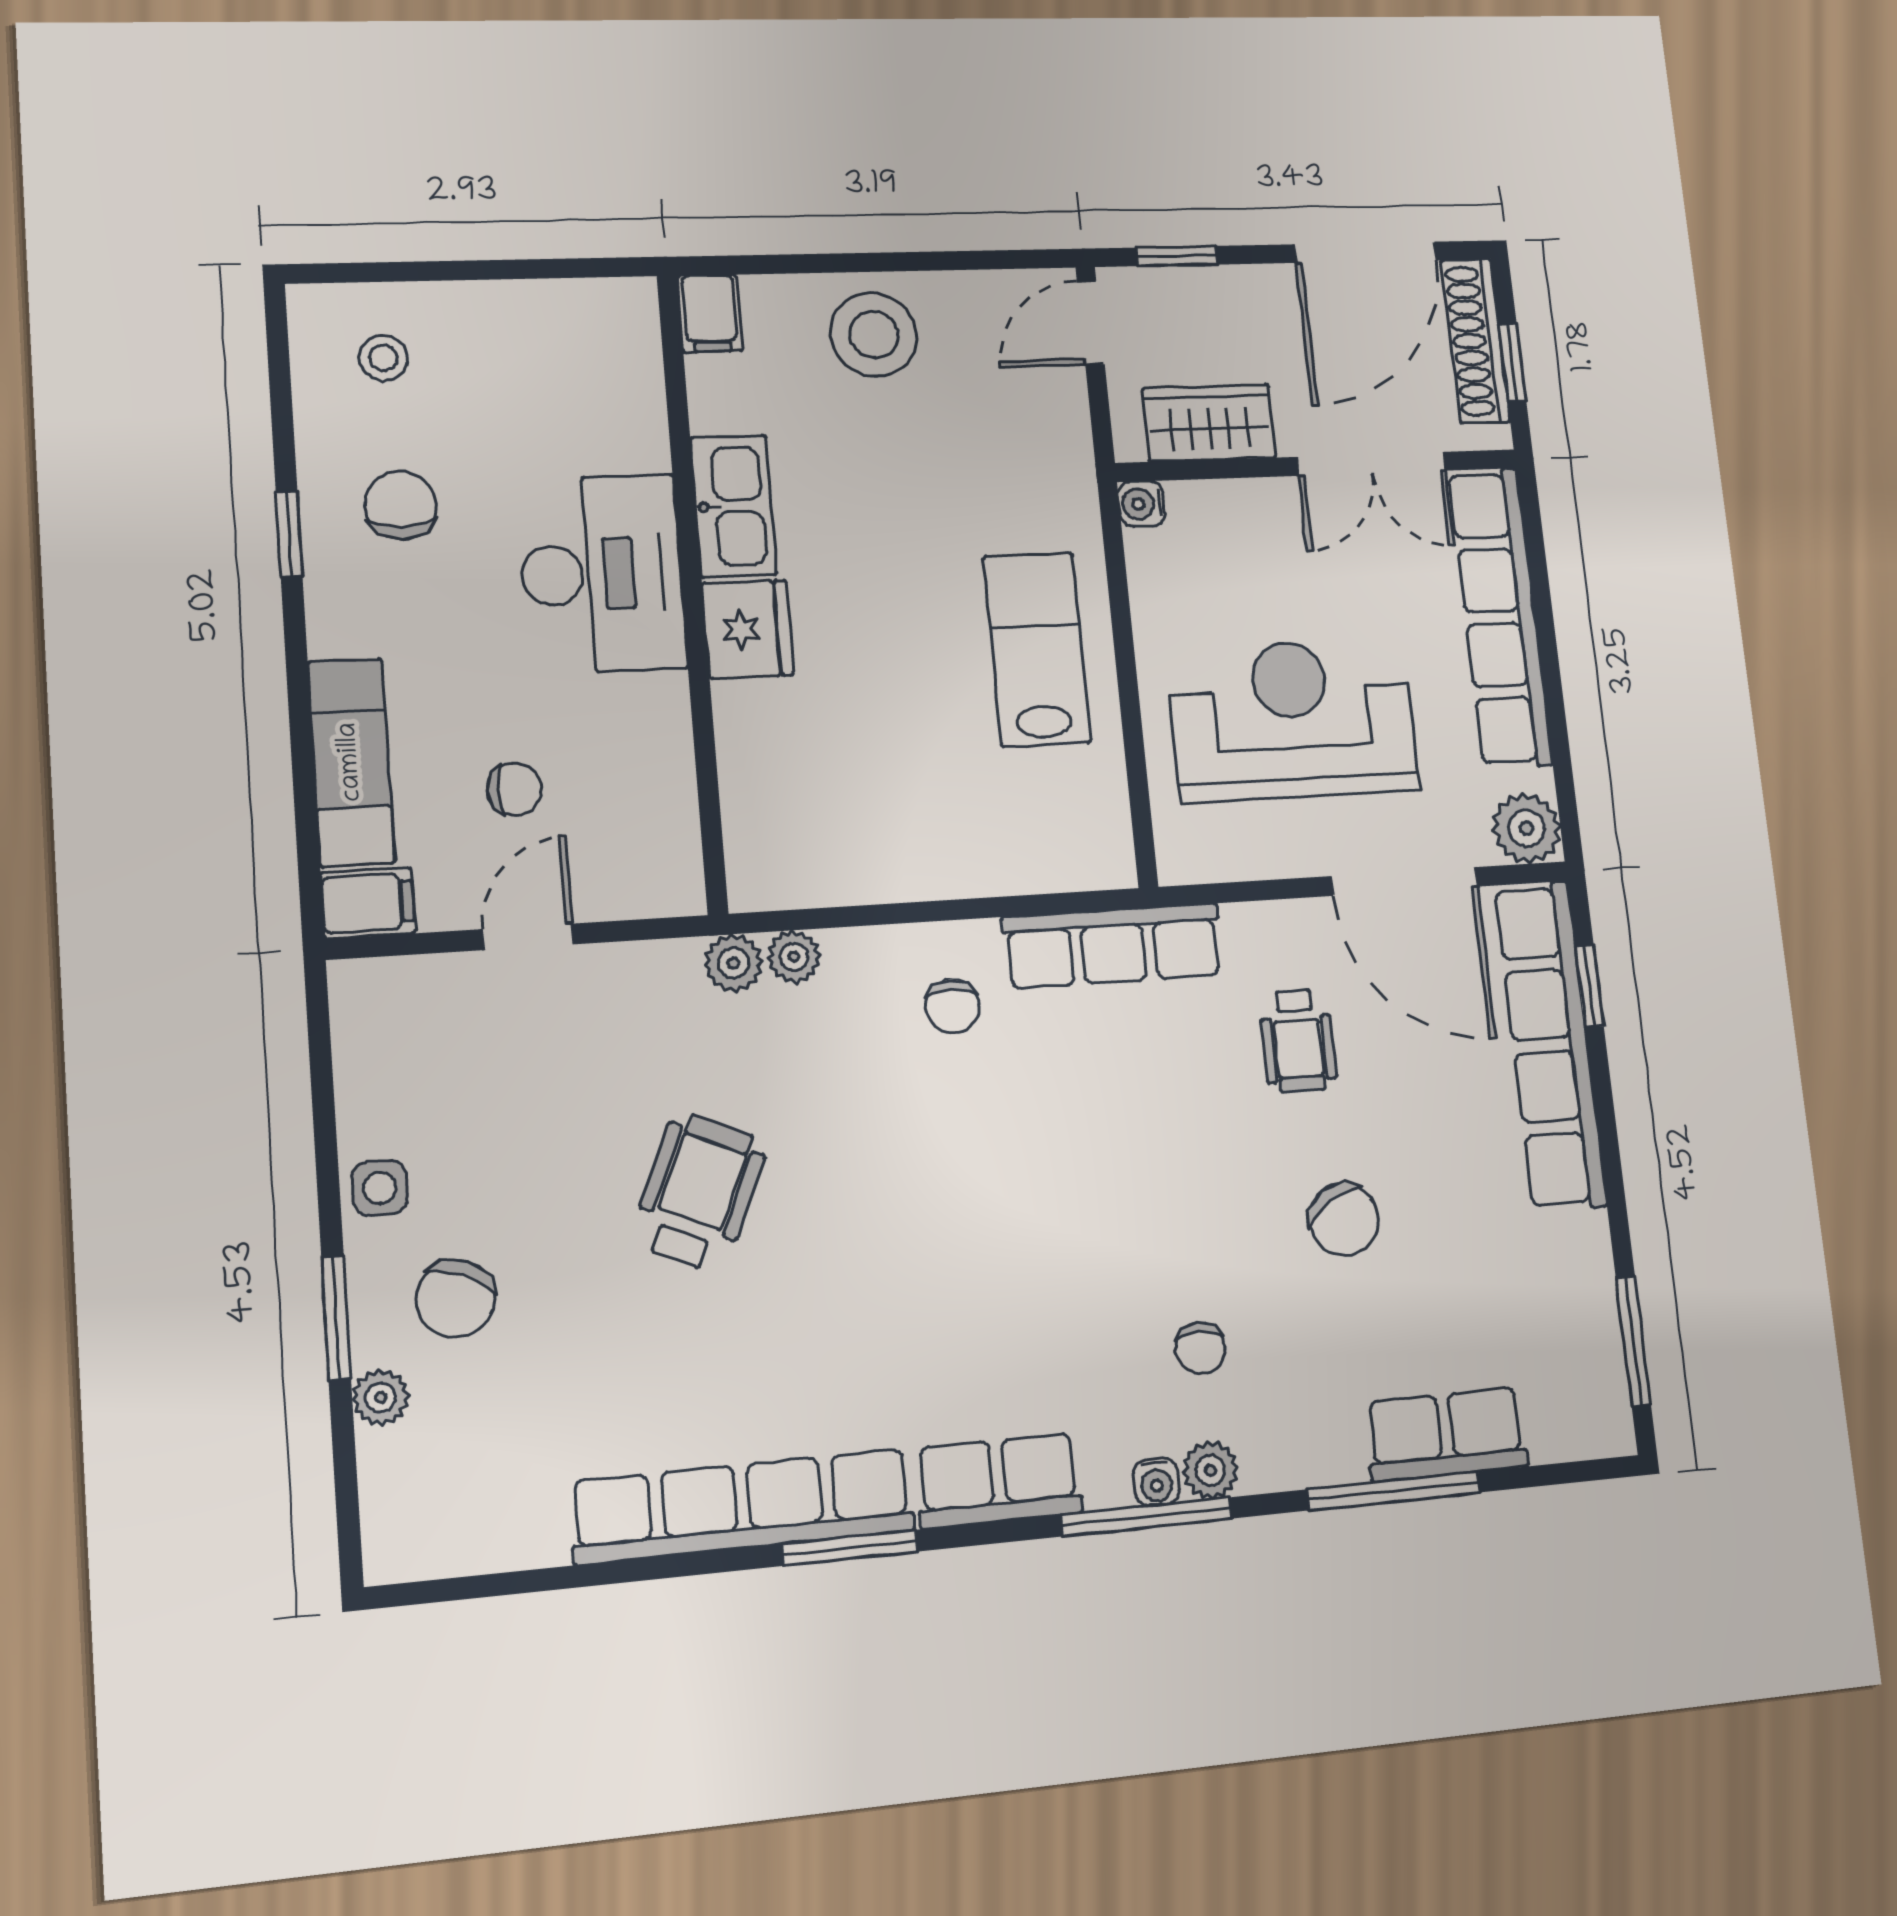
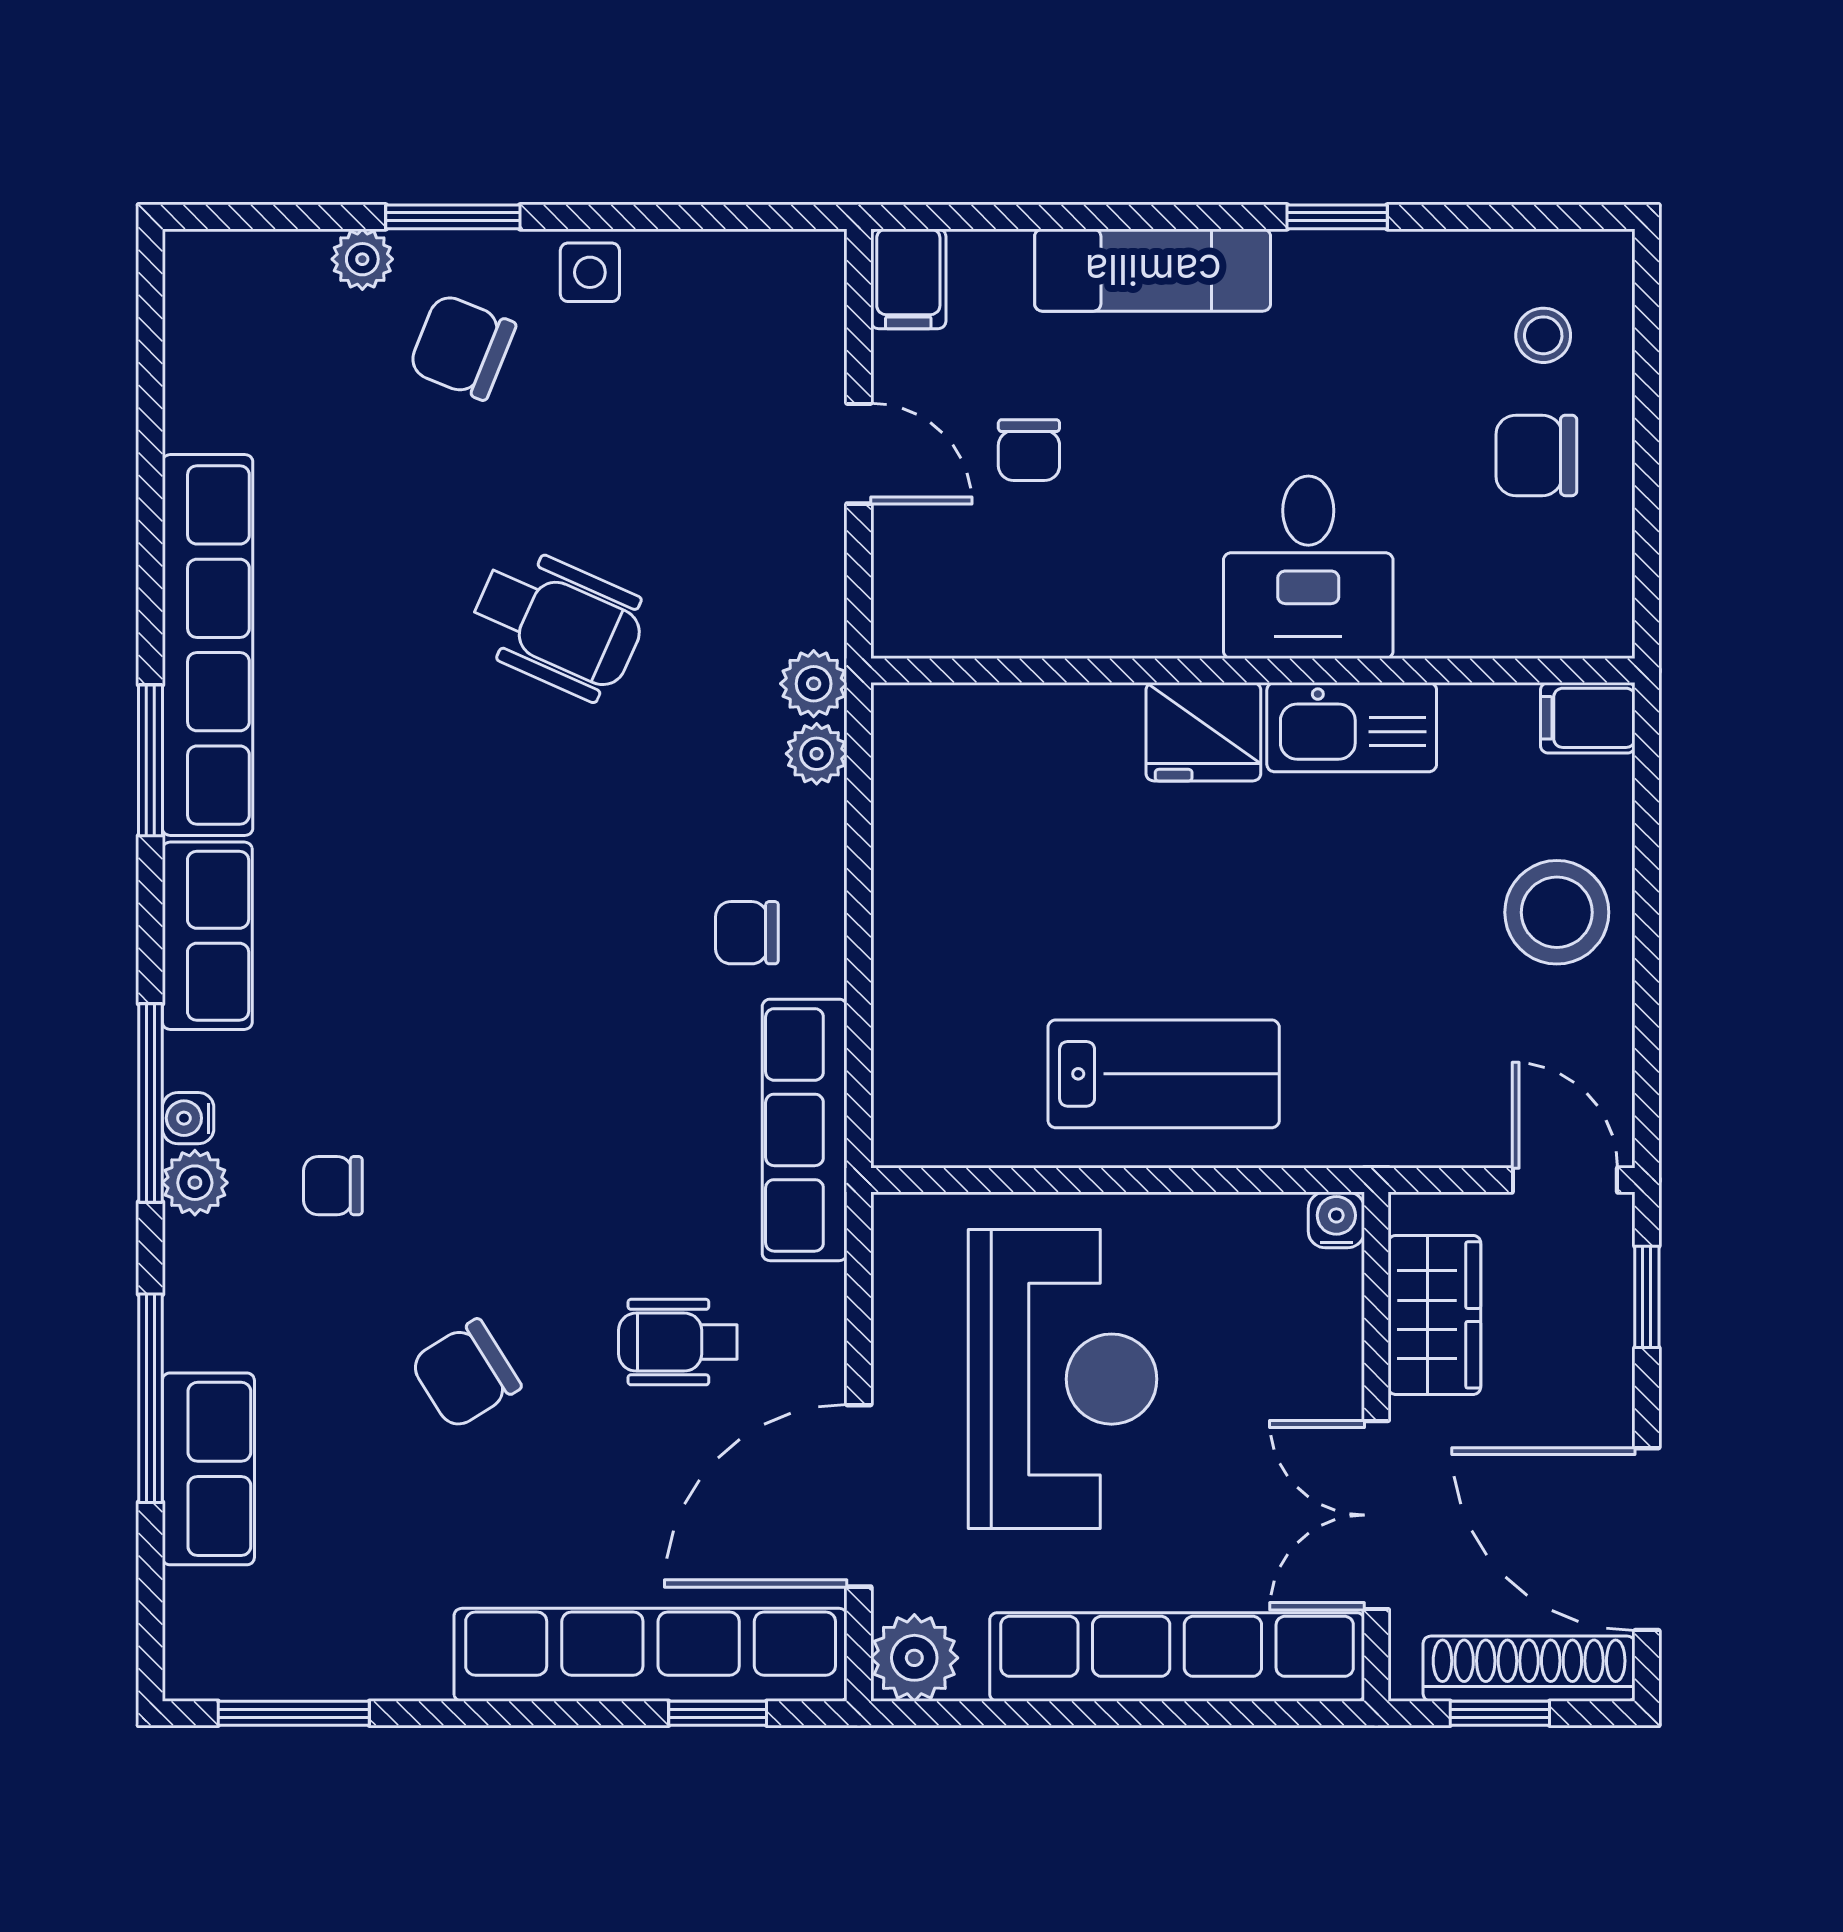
chair: (401, 505) -> (1536, 455), moved, turned 180
desk: (602, 574) -> (1308, 567), width x0.73
exam couch: (351, 762) -> (1153, 270), moved

